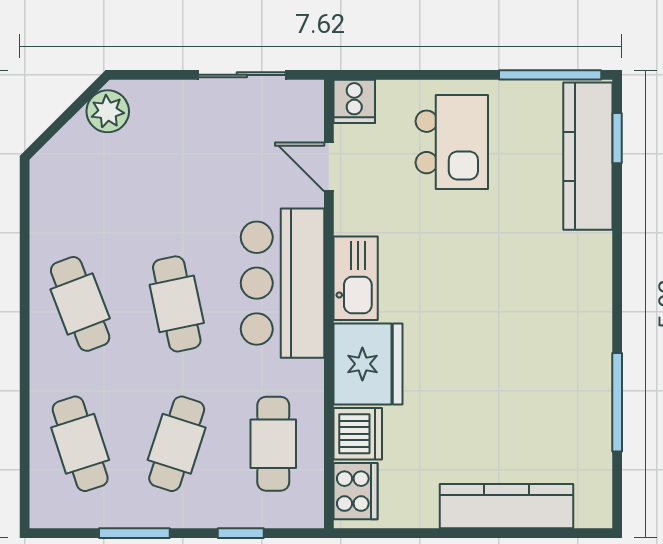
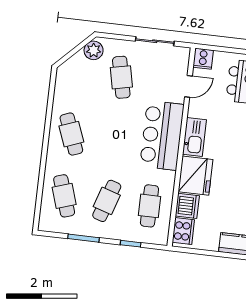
door: (329, 167) -> (188, 86), swing flipped
cafe table: (177, 304) -> (121, 77), moved

